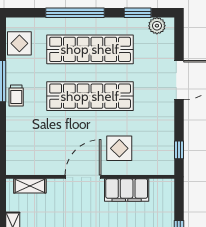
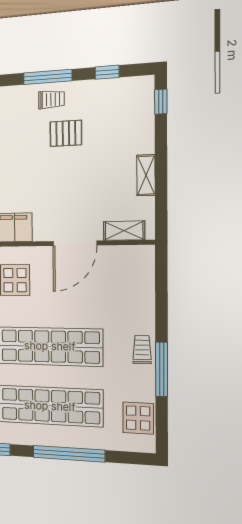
door: (83, 177) -> (75, 243), moved

